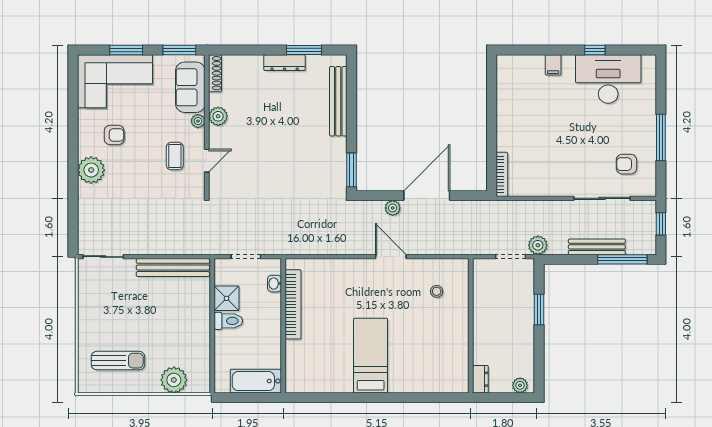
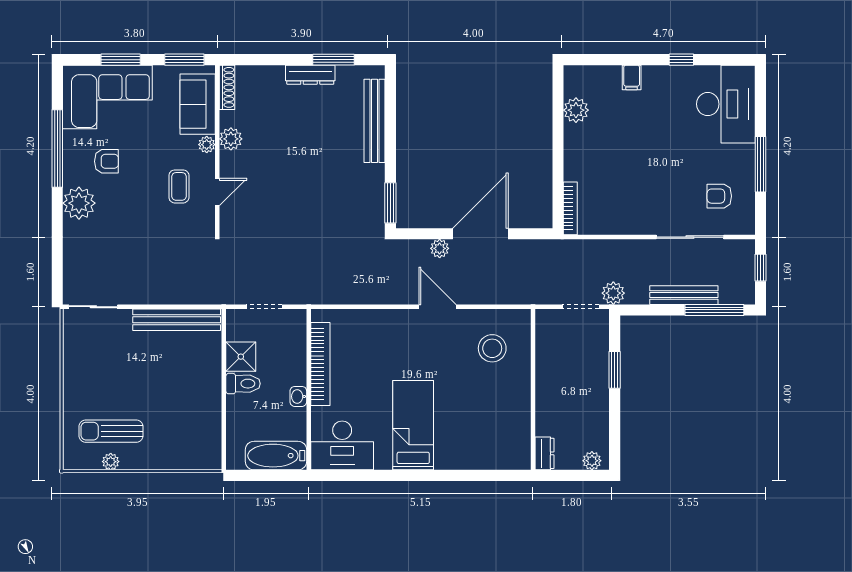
desk: (608, 79) -> (726, 104), moved, turned 90
plant: (507, 92) -> (576, 110), added
window: (73, 124) -> (57, 149), added
washbasin: (275, 284) -> (298, 396), moved
stool: (437, 291) -> (492, 348), width x1.89, depth x1.89
sun lounger: (118, 361) -> (111, 431), turned 180
desk: (311, 373) -> (342, 445), added
plant: (174, 380) -> (111, 462), moved, width x0.53, depth x0.53

